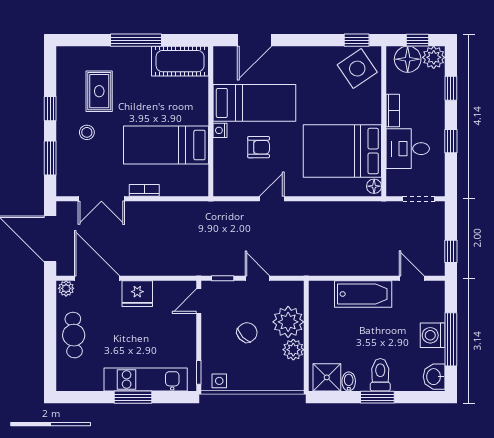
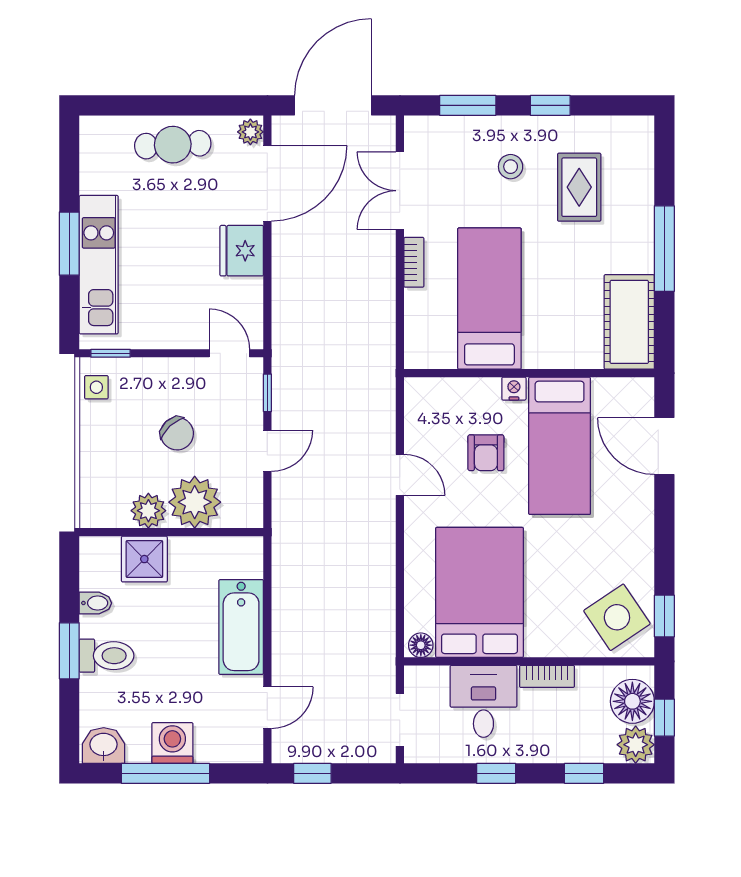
rug: (99, 91) -> (579, 187), turned 90
shower: (327, 377) -> (144, 559), moved

